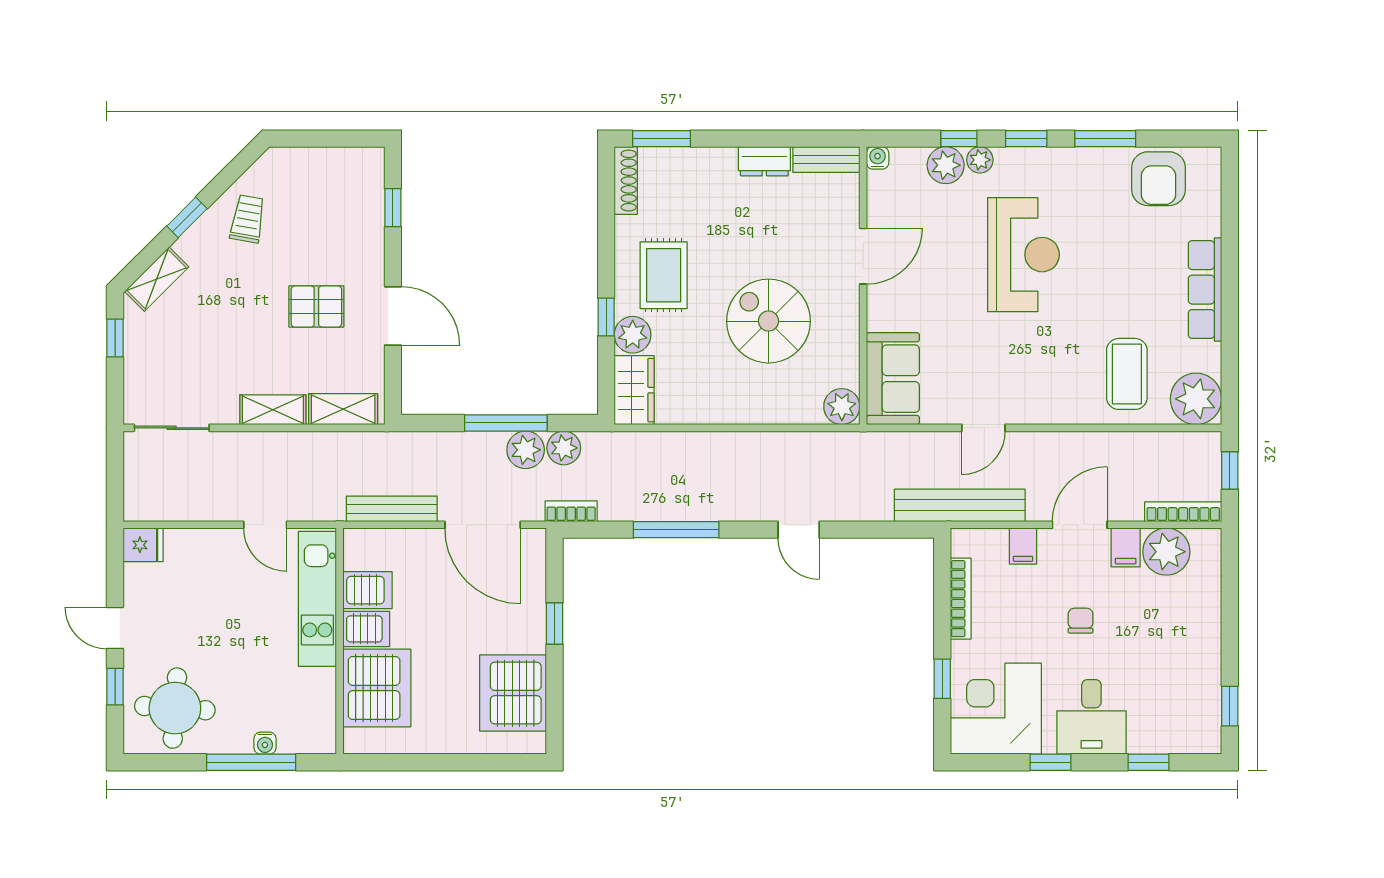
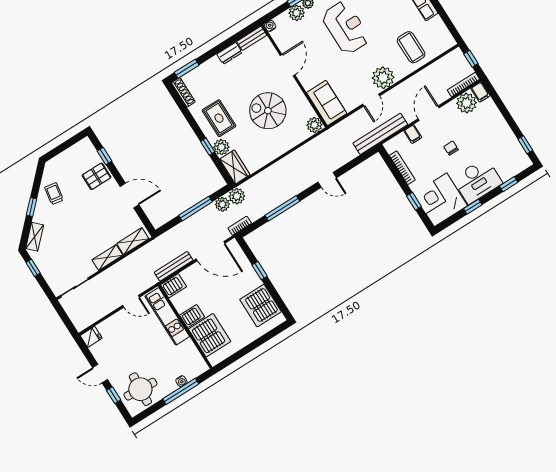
pallet: (316, 307) -> (97, 176), moved
plant: (1196, 399) -> (383, 78), moved
plant: (526, 450) -> (237, 196), moved
filing cabinet: (1126, 547) -> (480, 92), moved
server rack: (367, 590) -> (173, 286), moved
desk: (1091, 717) -> (477, 181), width x1.37

